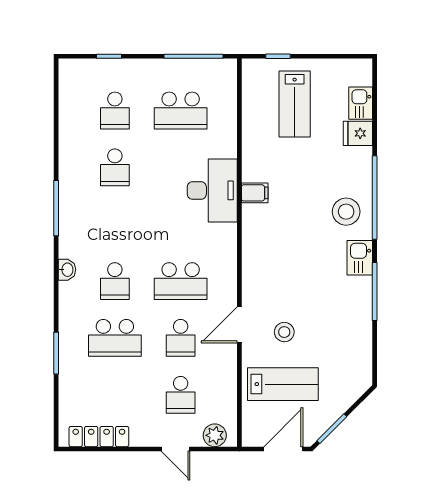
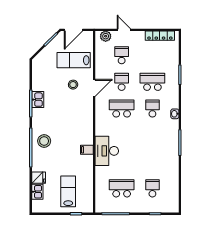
school desk: (115, 167) -> (152, 162), removed
kitchen sink: (360, 258) -> (38, 100), moved

